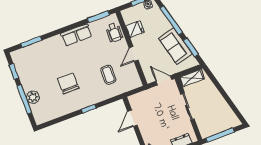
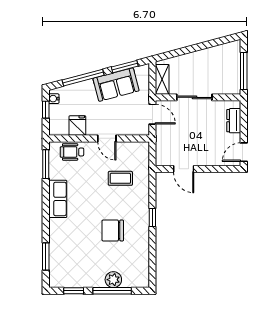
wheelchair: (114, 32) -> (72, 152), turned 180
door: (164, 80) -> (152, 114), swing flipped

